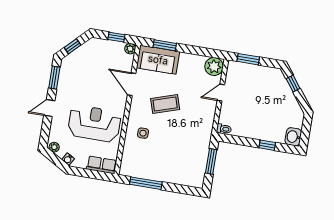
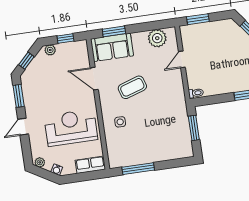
plant: (130, 49) -> (50, 50), moved
plant: (214, 67) -> (157, 38), moved

